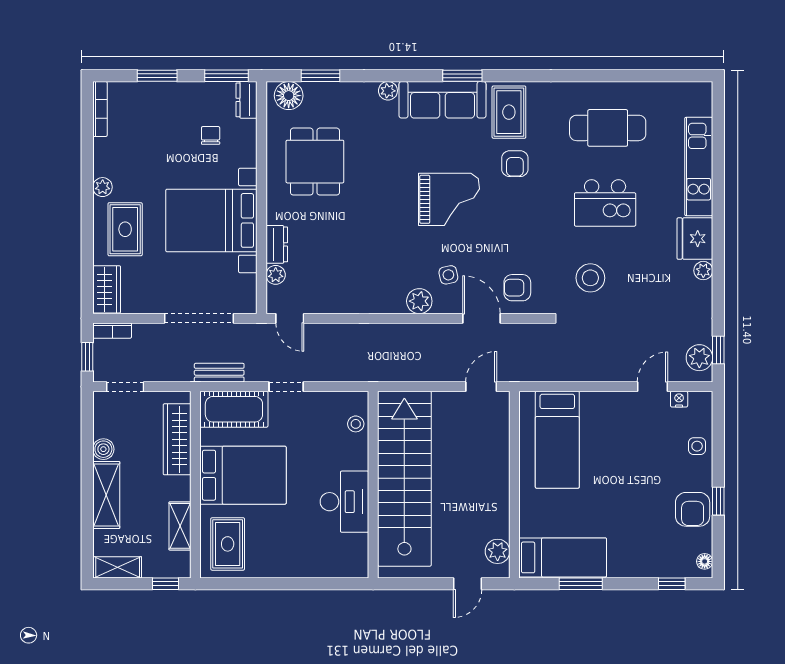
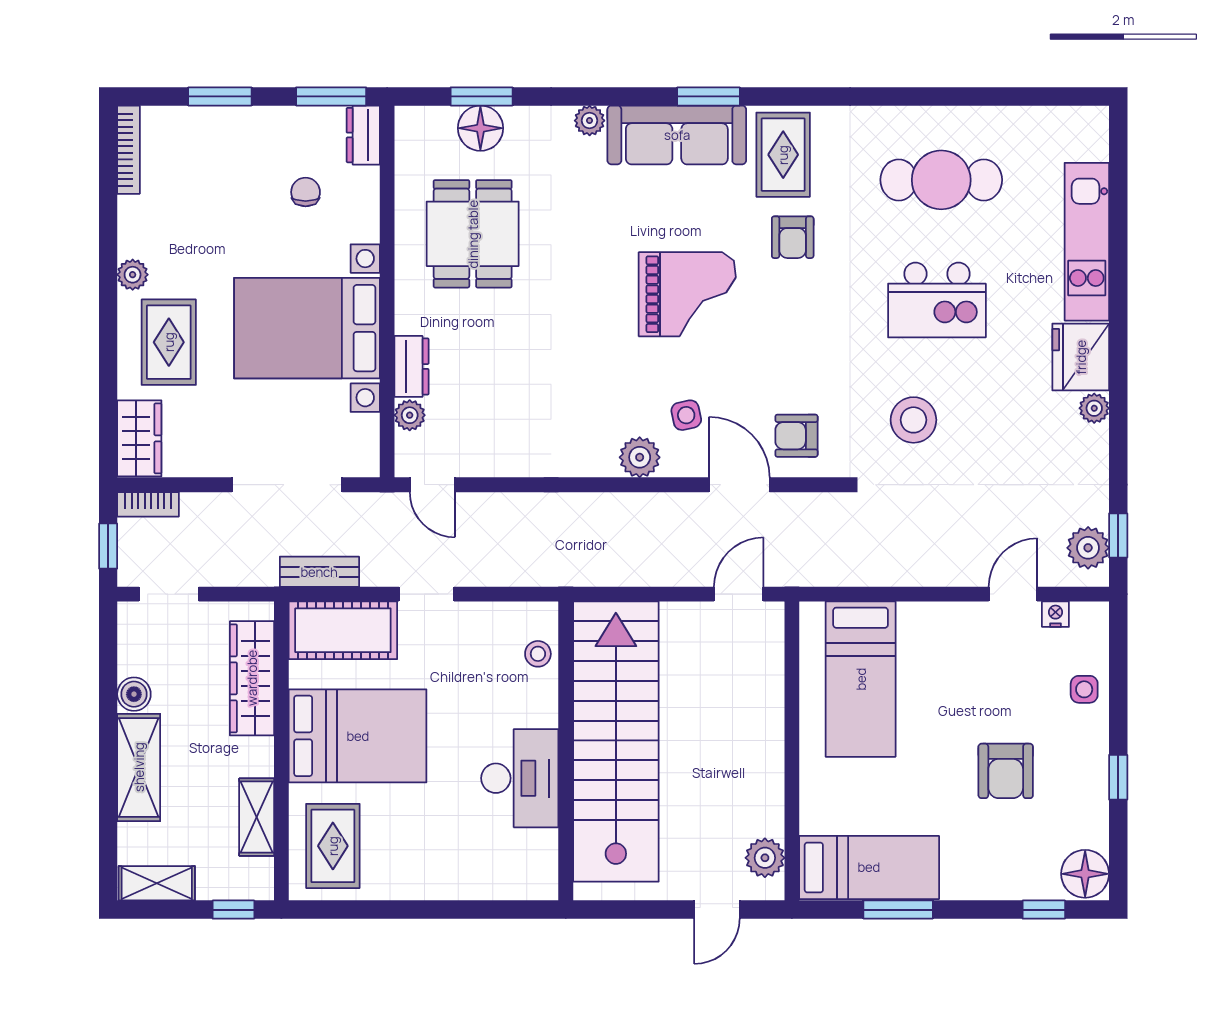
floor lamp: (289, 96) -> (480, 128), moved
armchair: (693, 509) -> (1006, 771), moved
floor lamp: (705, 561) -> (1085, 874), width x1.89, depth x1.89

